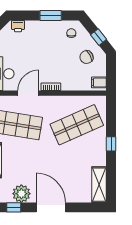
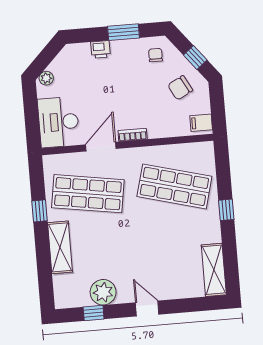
printer: (18, 26) -> (101, 49), moved
shop shelf: (77, 125) -> (174, 186), turned 39
door: (51, 207) -> (147, 309), width x0.53

